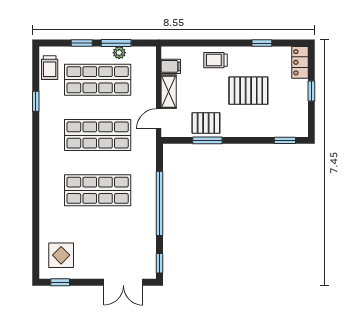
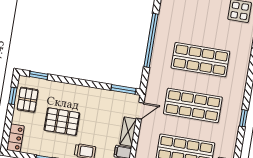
window: (311, 91) -> (13, 96), moved
window: (36, 101) -> (243, 118), moved
pallet: (206, 123) -> (28, 100), moved, turned 90
window: (207, 140) -> (123, 89), moved

